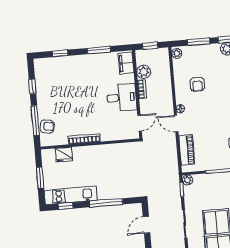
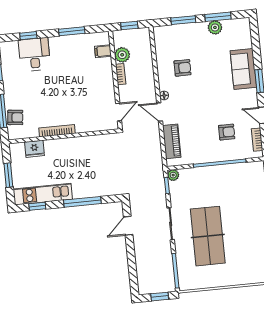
plant: (177, 53) -> (159, 34), removed
filing cabinet: (126, 63) -> (103, 51), width x0.50
armchair: (197, 84) -> (182, 68), turned -90
desk: (122, 97) -> (34, 54), moved, turned -90

